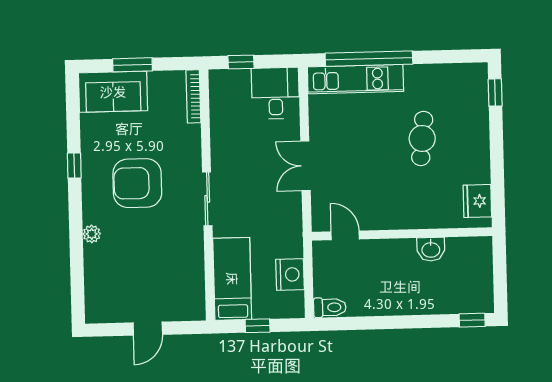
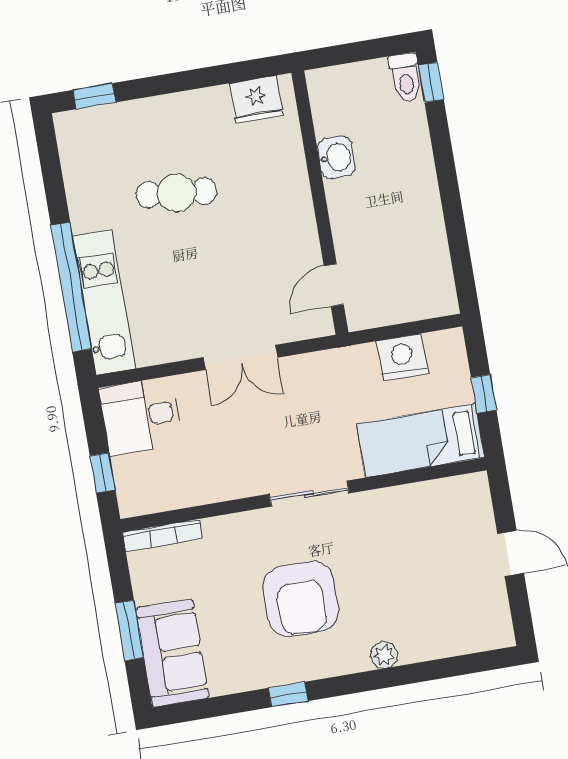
toilet: (330, 307) -> (406, 78), moved, turned 180

